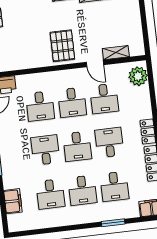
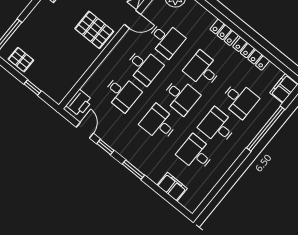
desk: (82, 190) -> (218, 126), turned 180
desk: (50, 194) -> (196, 153), turned 180
window: (113, 223) -> (266, 129), width x2.11

